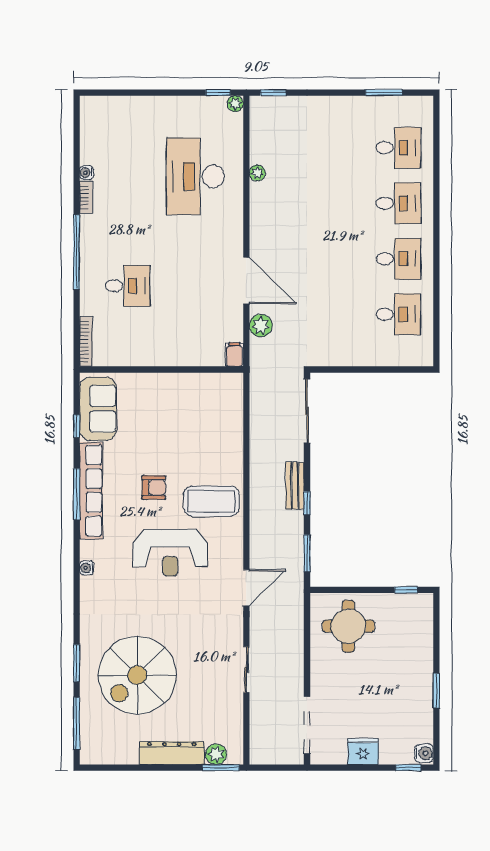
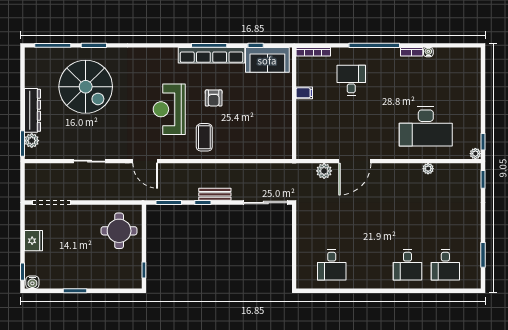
desk: (195, 176) -> (426, 126), turned 180
desk: (398, 259) -> (370, 265), removed
desk: (128, 286) -> (351, 80), turned 180
filing cabinet: (234, 355) -> (304, 93), moved
coffee table: (211, 501) -> (204, 137), width x0.73, depth x0.76
water cooler: (87, 568) -> (159, 52), removed
spiral stairs: (137, 675) -> (86, 87), turned 180

